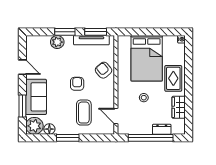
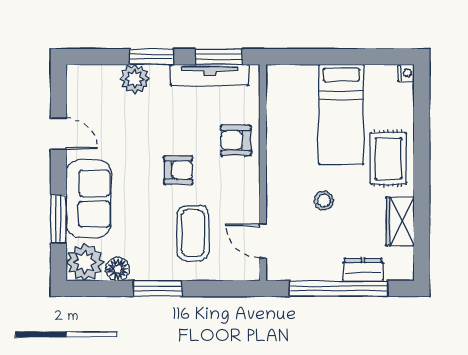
bed: (147, 58) -> (341, 114), width x0.67
armchair: (104, 70) -> (236, 140), turned -50
armchair: (77, 84) -> (178, 170), turned 90

